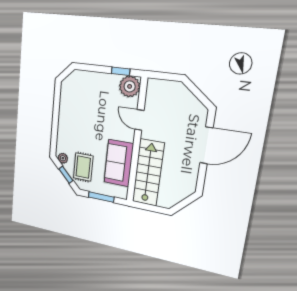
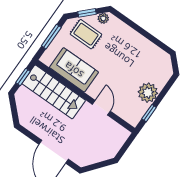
plant: (130, 86) -> (148, 93), moved
door: (139, 120) -> (101, 108), hinge flipped
window: (149, 208) -> (23, 77), added

